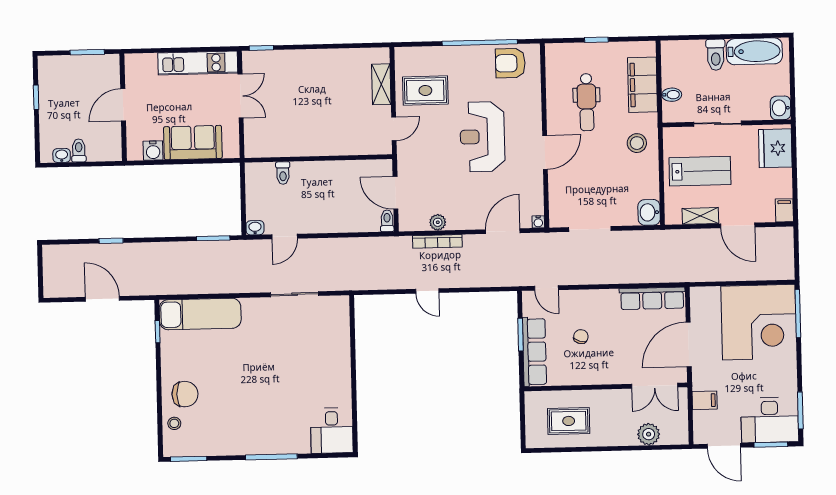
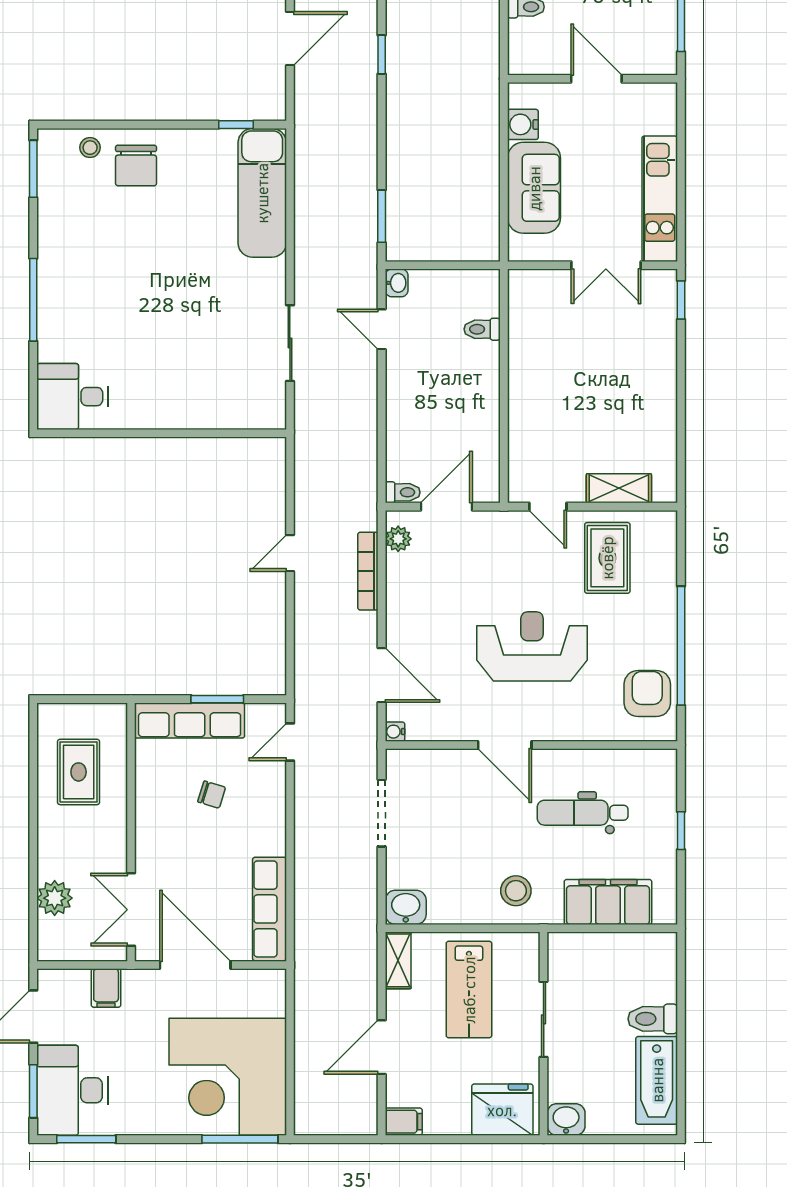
bidet: (672, 95) -> (591, 948), removed
shelving: (700, 216) -> (398, 960), moved
plant: (438, 222) -> (398, 539), moved

